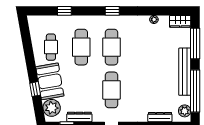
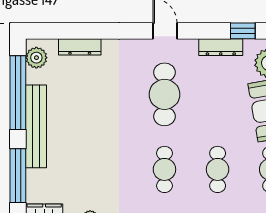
cafe table: (81, 47) -> (218, 169), width x0.73, depth x0.74
cafe table: (112, 47) -> (164, 169), width x0.73, depth x0.74

